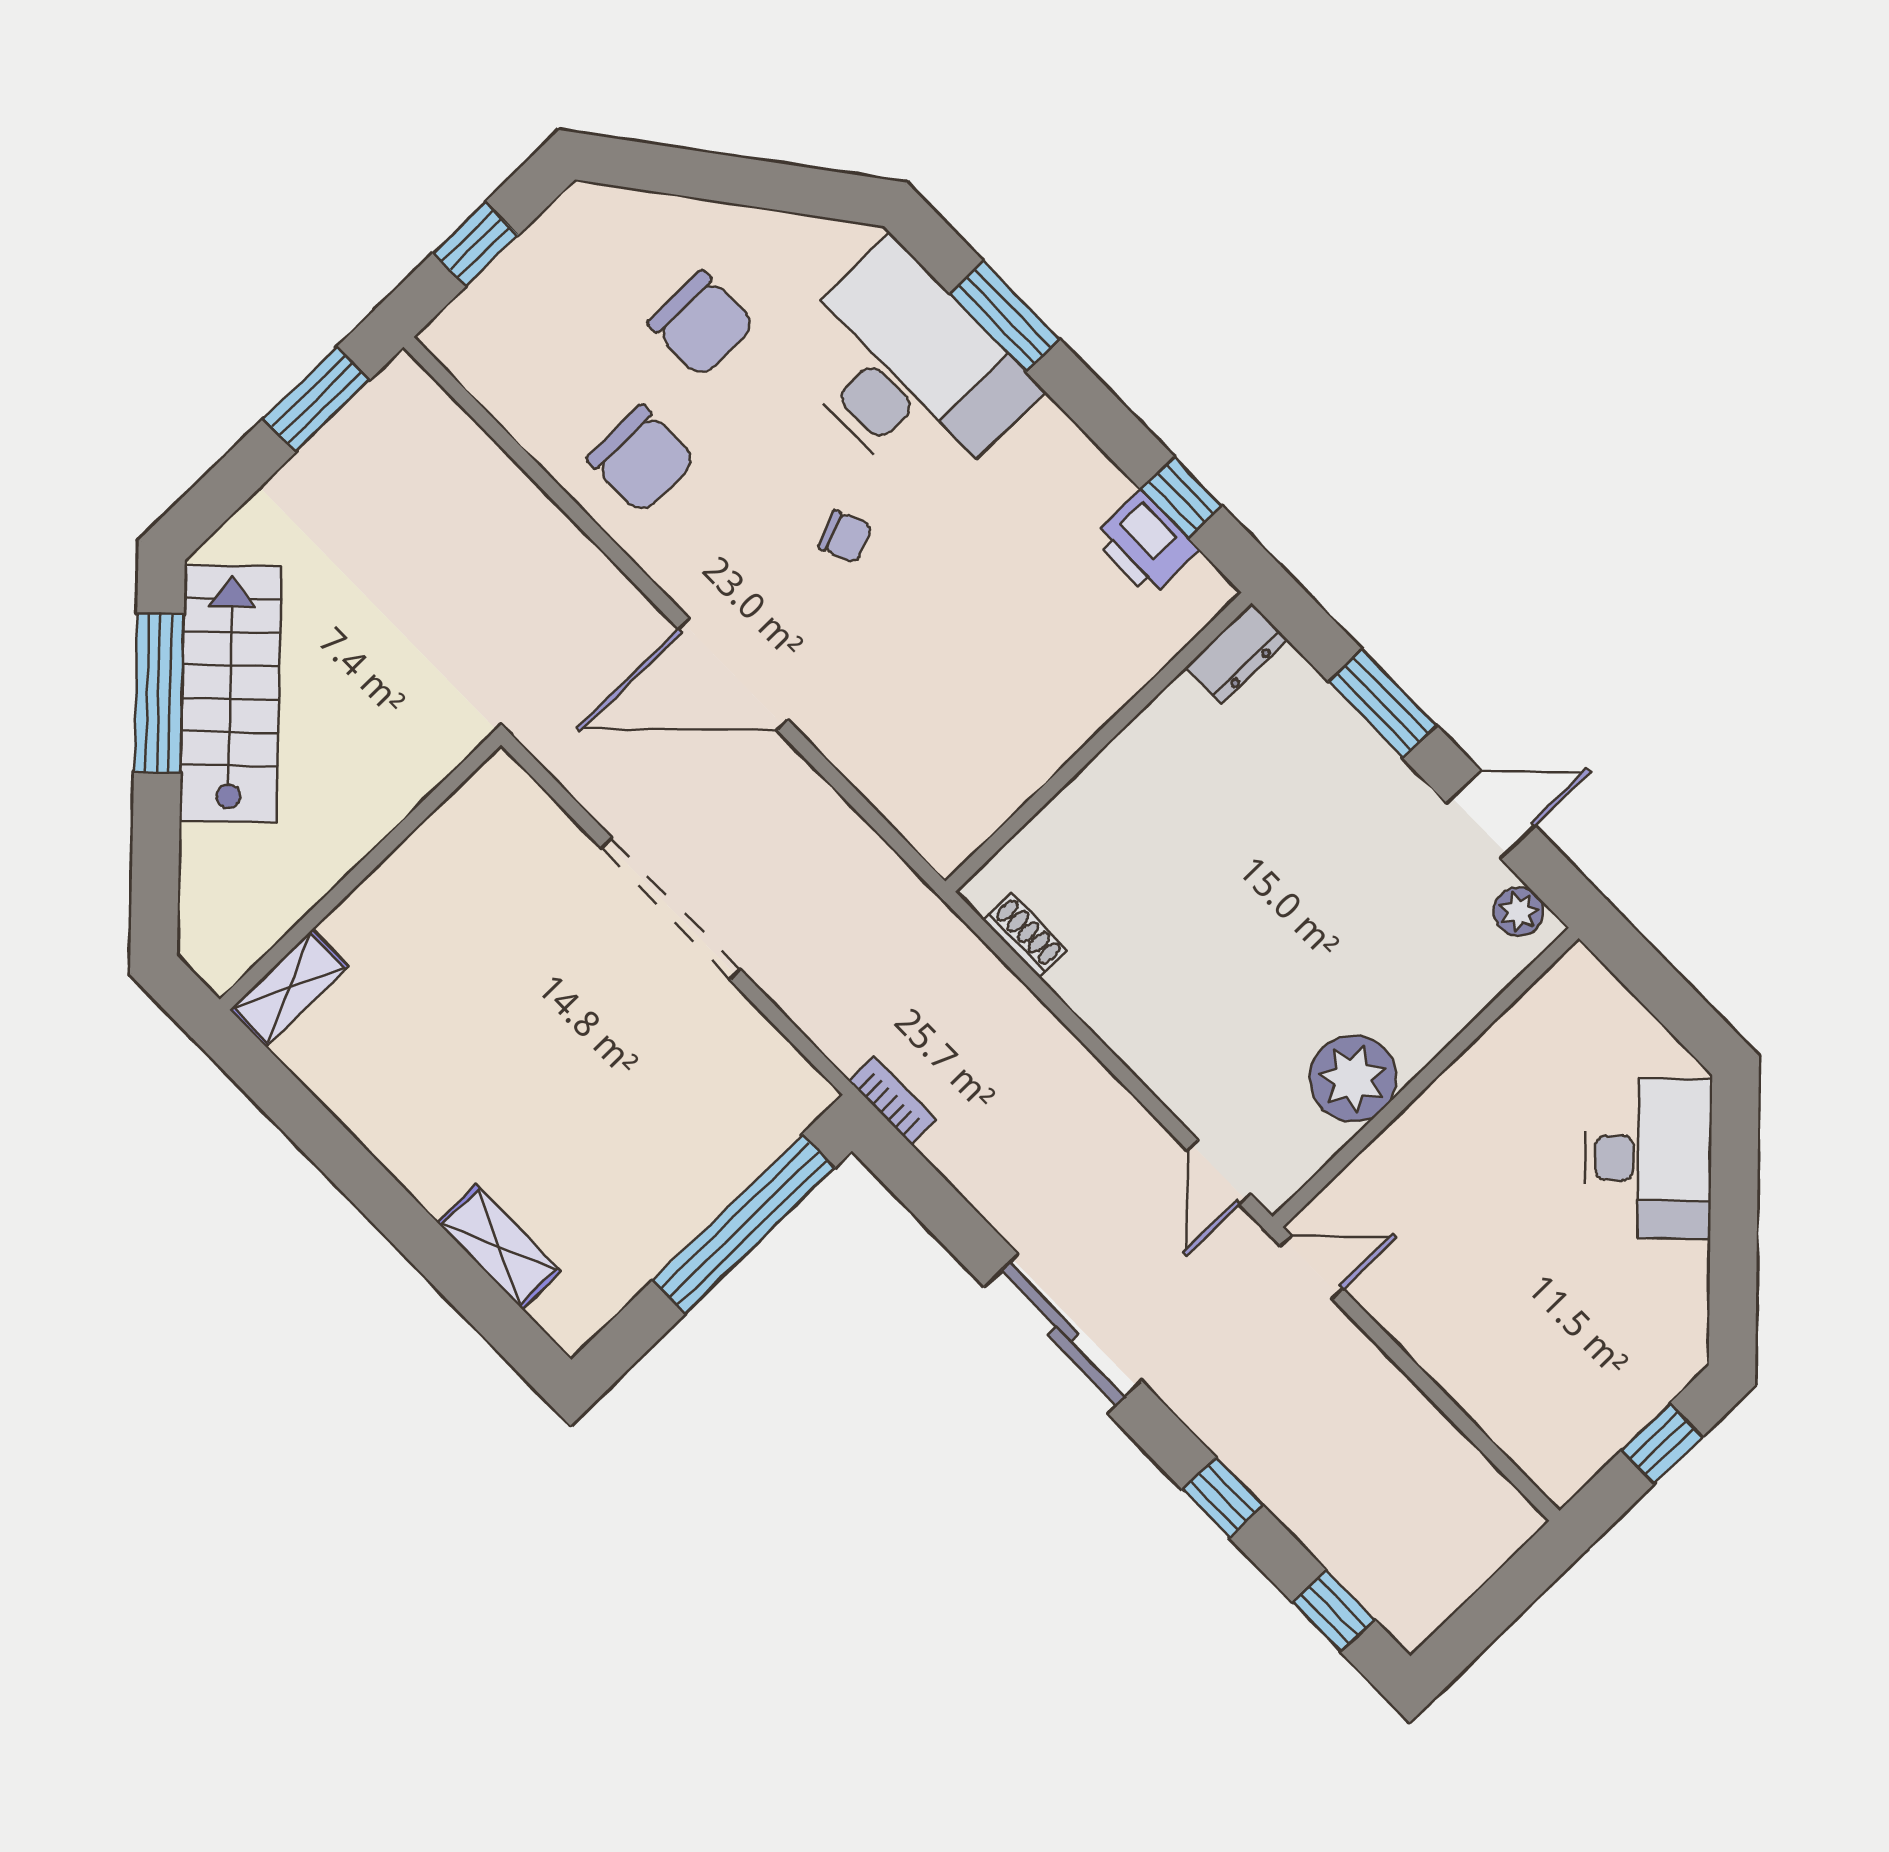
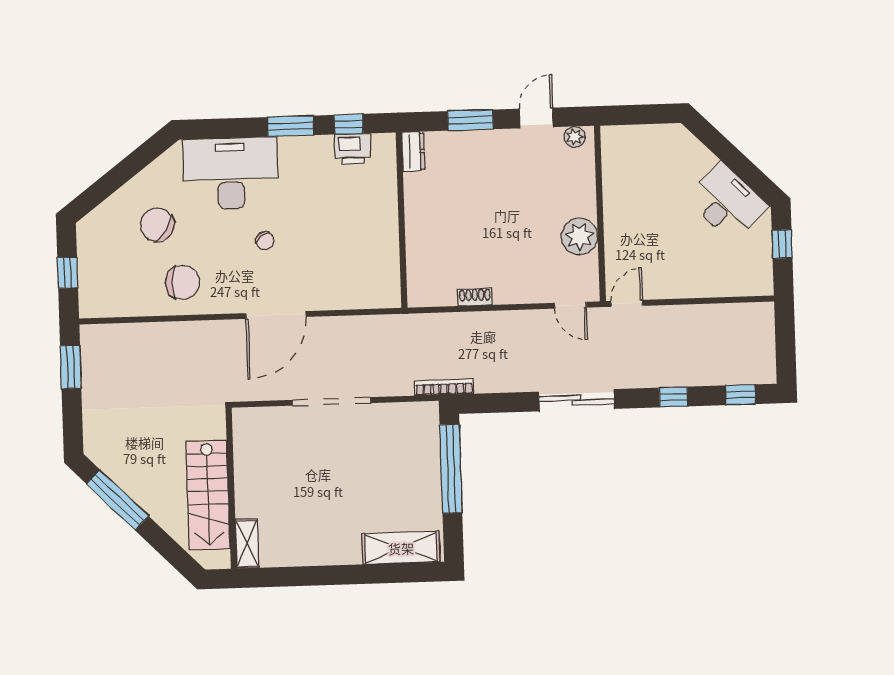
window: (1005, 316) -> (291, 126), moved
chair: (701, 324) -> (157, 225), turned -146
chair: (845, 537) -> (265, 241), turned 76
stairs: (230, 694) -> (208, 495), moved, turned -135
shoe rack: (1025, 935) -> (475, 297), moved
bookcase: (892, 1100) -> (444, 387), width x1.56
desk: (1648, 1158) -> (727, 202), moved
shelving: (499, 1247) -> (401, 548), width x1.50, depth x1.33

